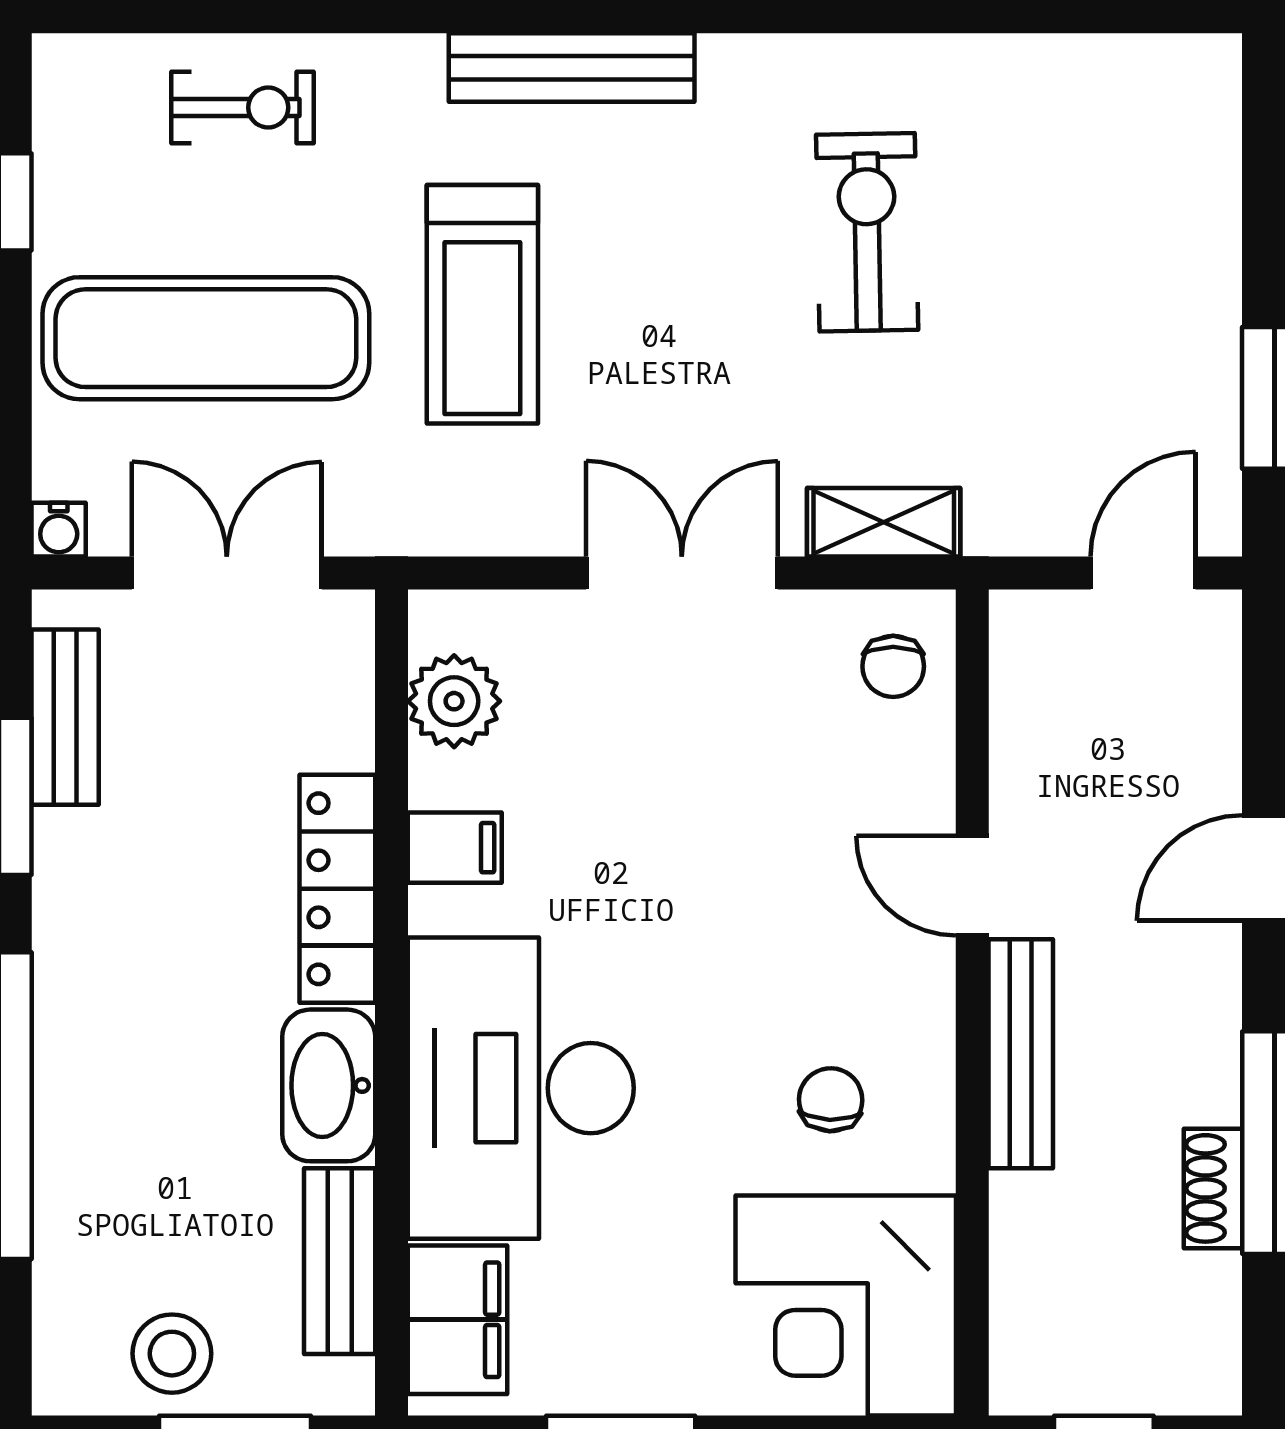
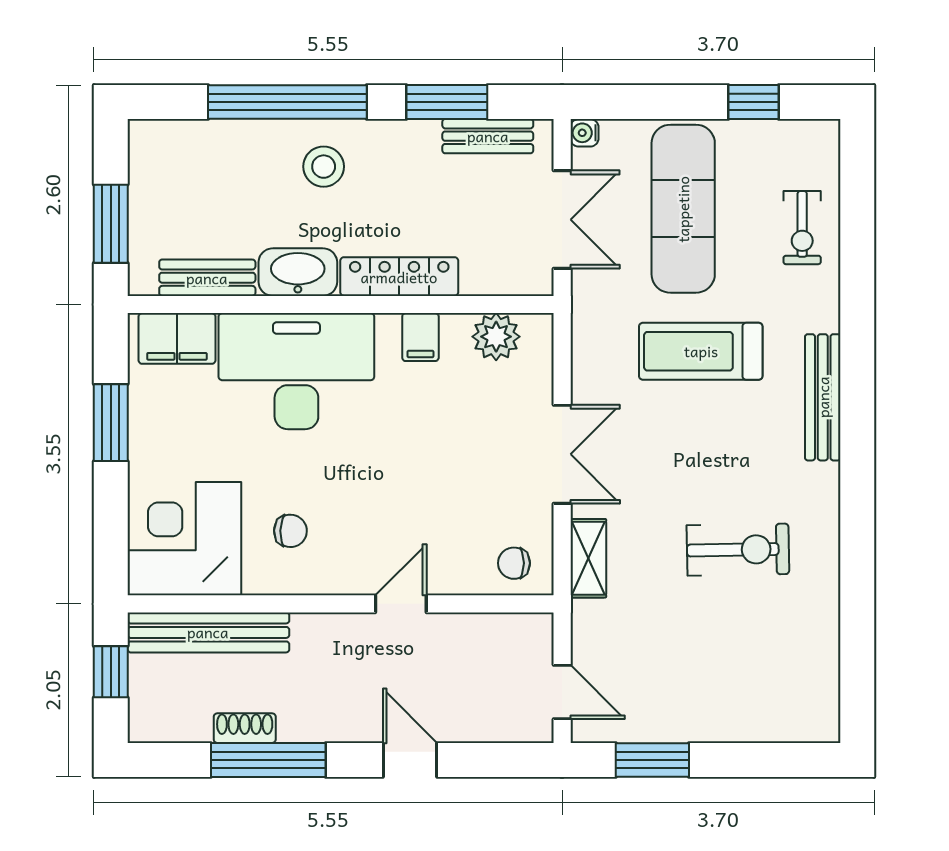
bench: (1021, 1054) -> (208, 632), moved, width x1.37, depth x1.21
stool: (172, 1354) -> (324, 167), moved

